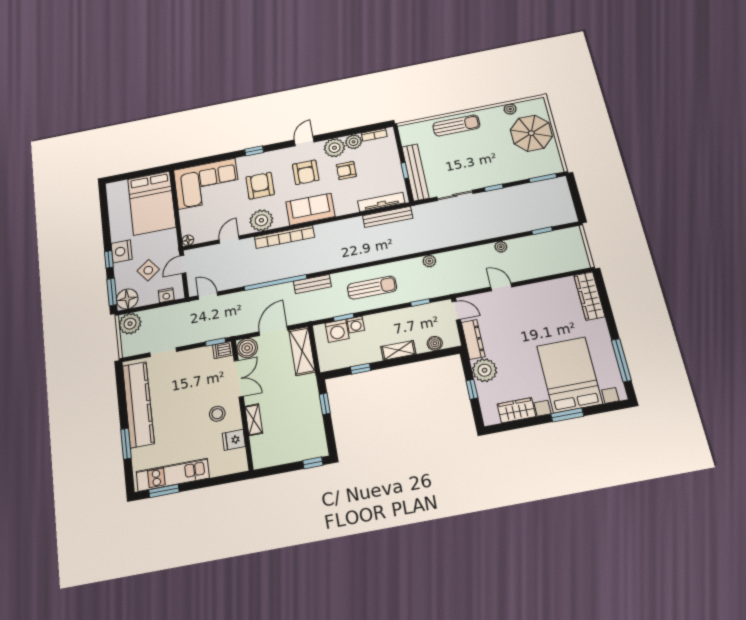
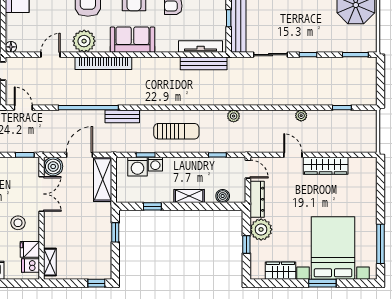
wardrobe: (589, 296) -> (326, 166), moved, turned -90
dishwasher: (223, 350) -> (30, 265), moved
shelving: (254, 420) -> (50, 262), moved

